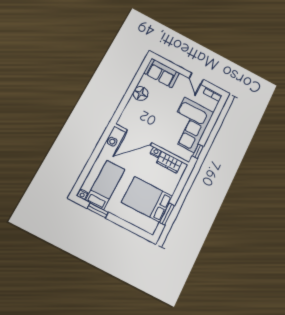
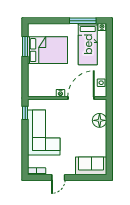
door: (196, 79) -> (58, 177), swing flipped
floor lamp: (141, 94) -> (100, 120), moved
wardrobe: (169, 162) -> (45, 91), removed
window: (98, 210) -> (83, 21), width x1.44

